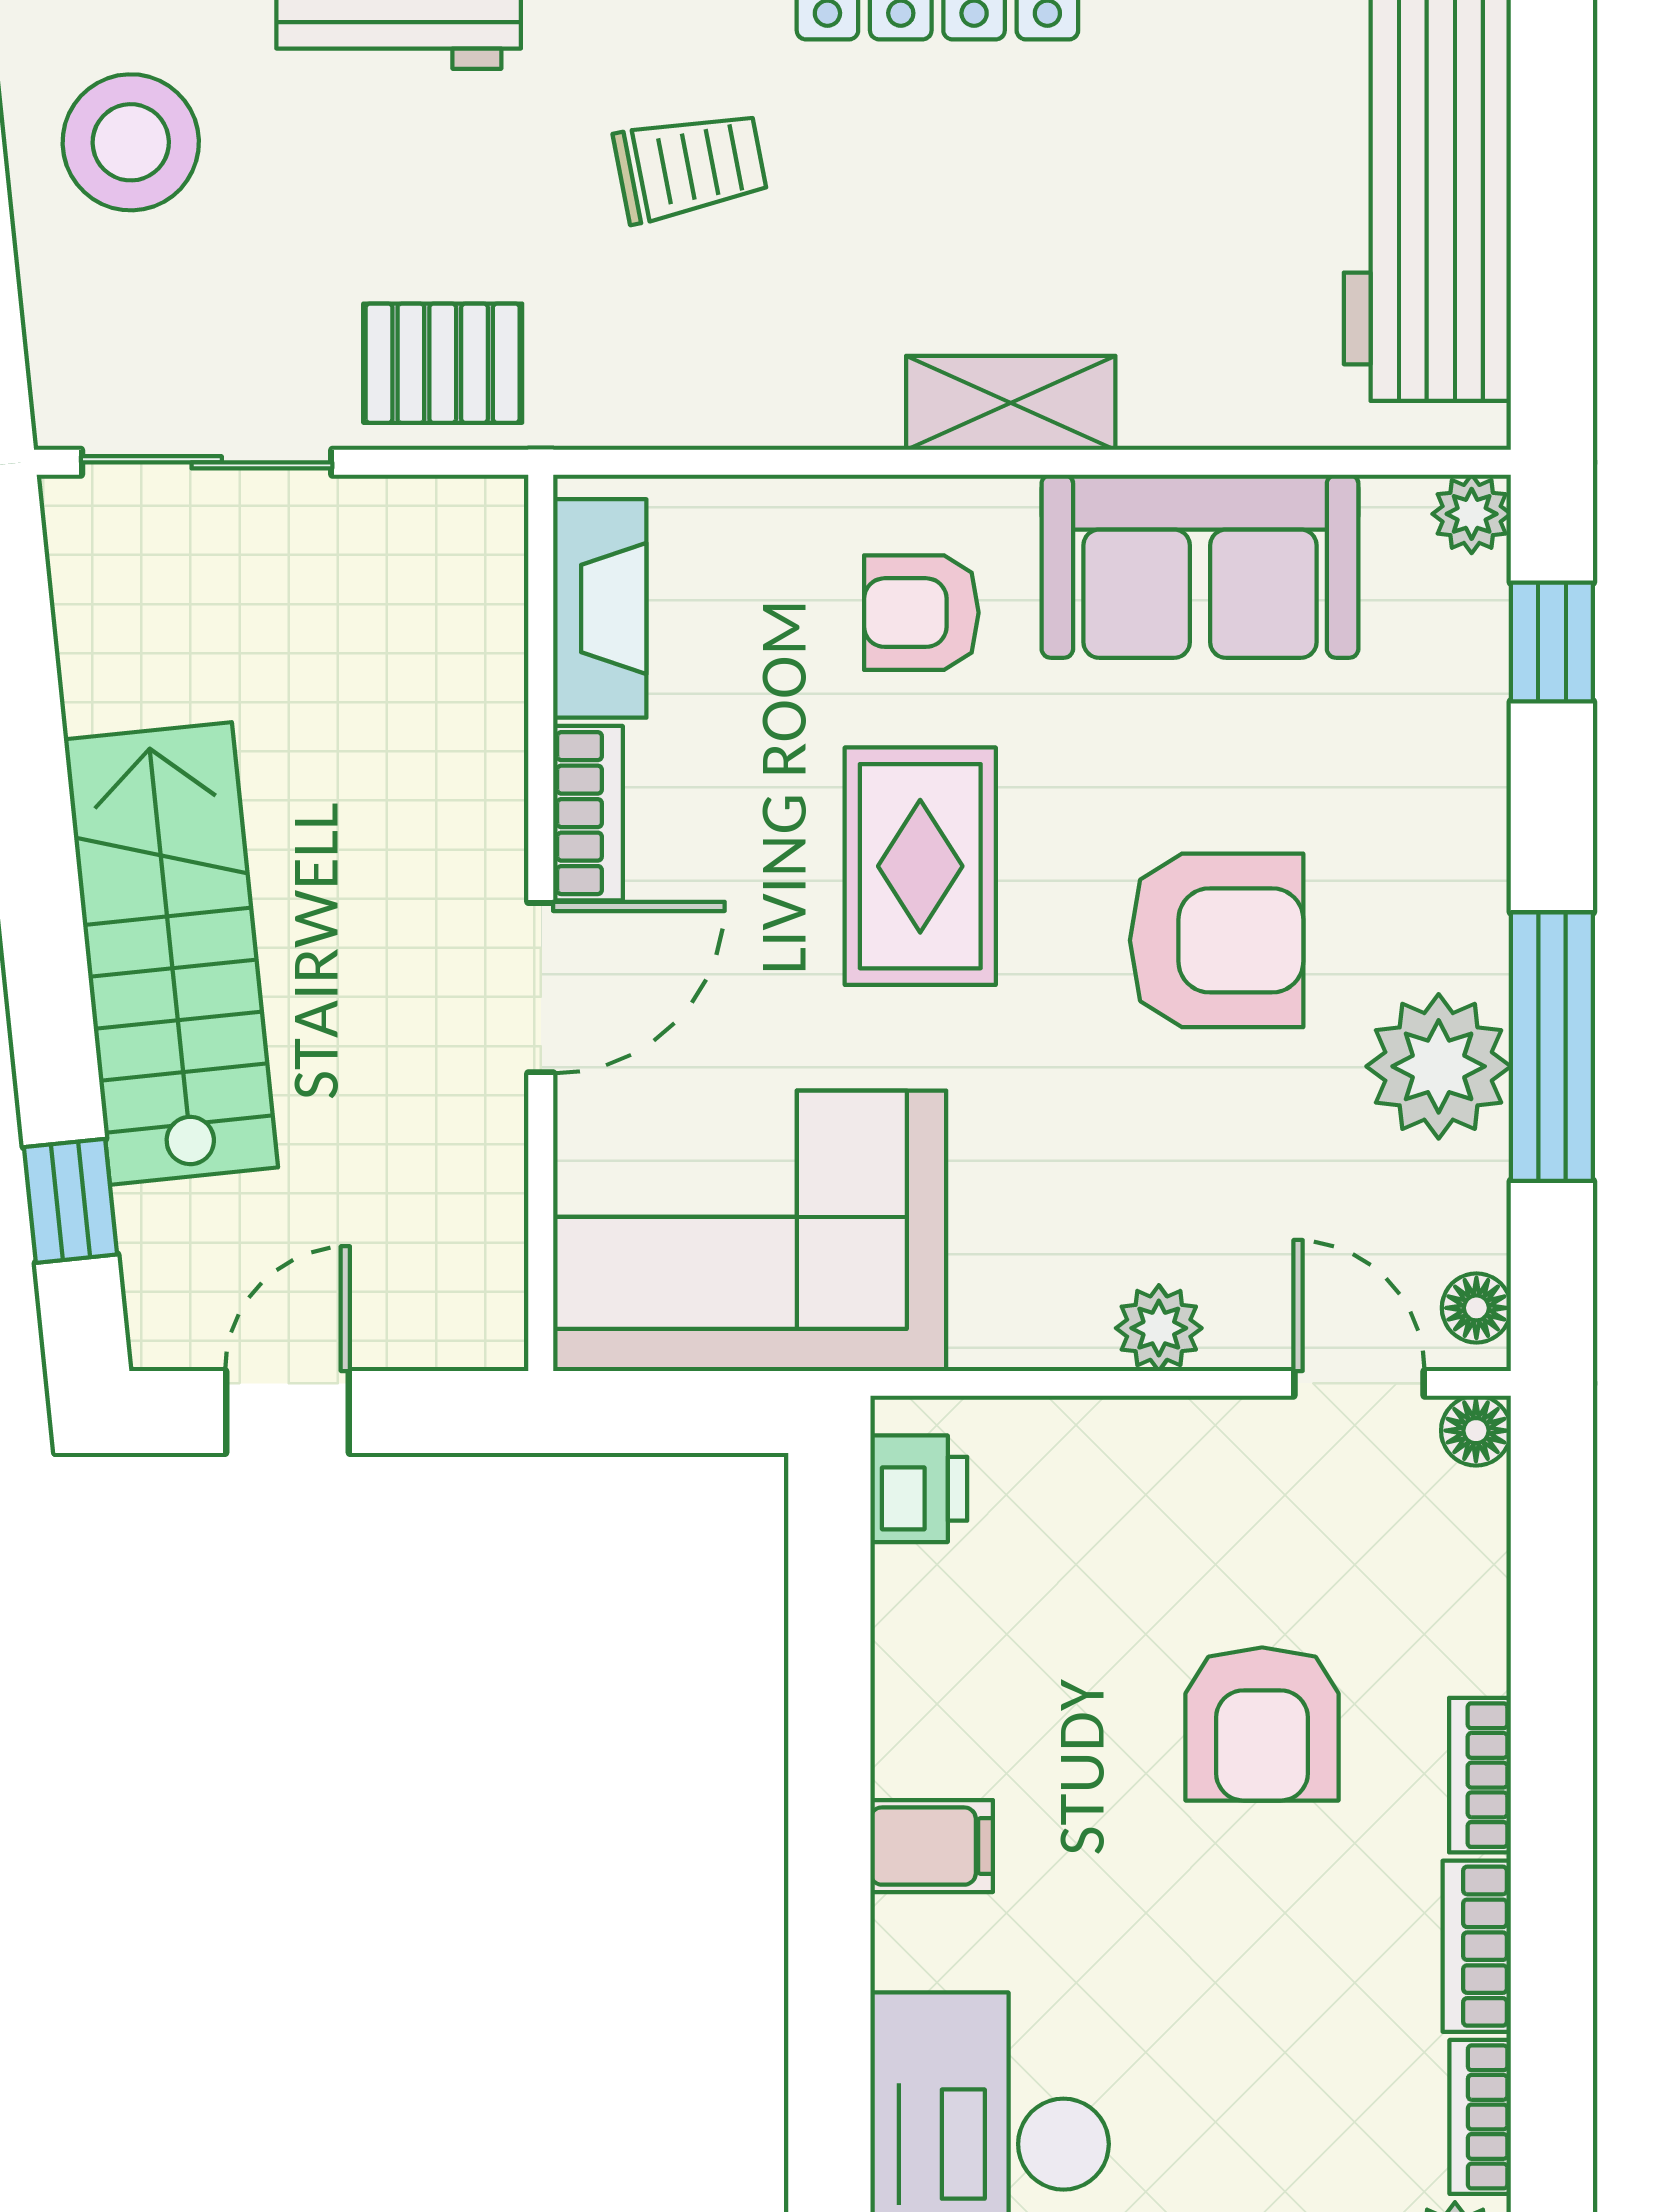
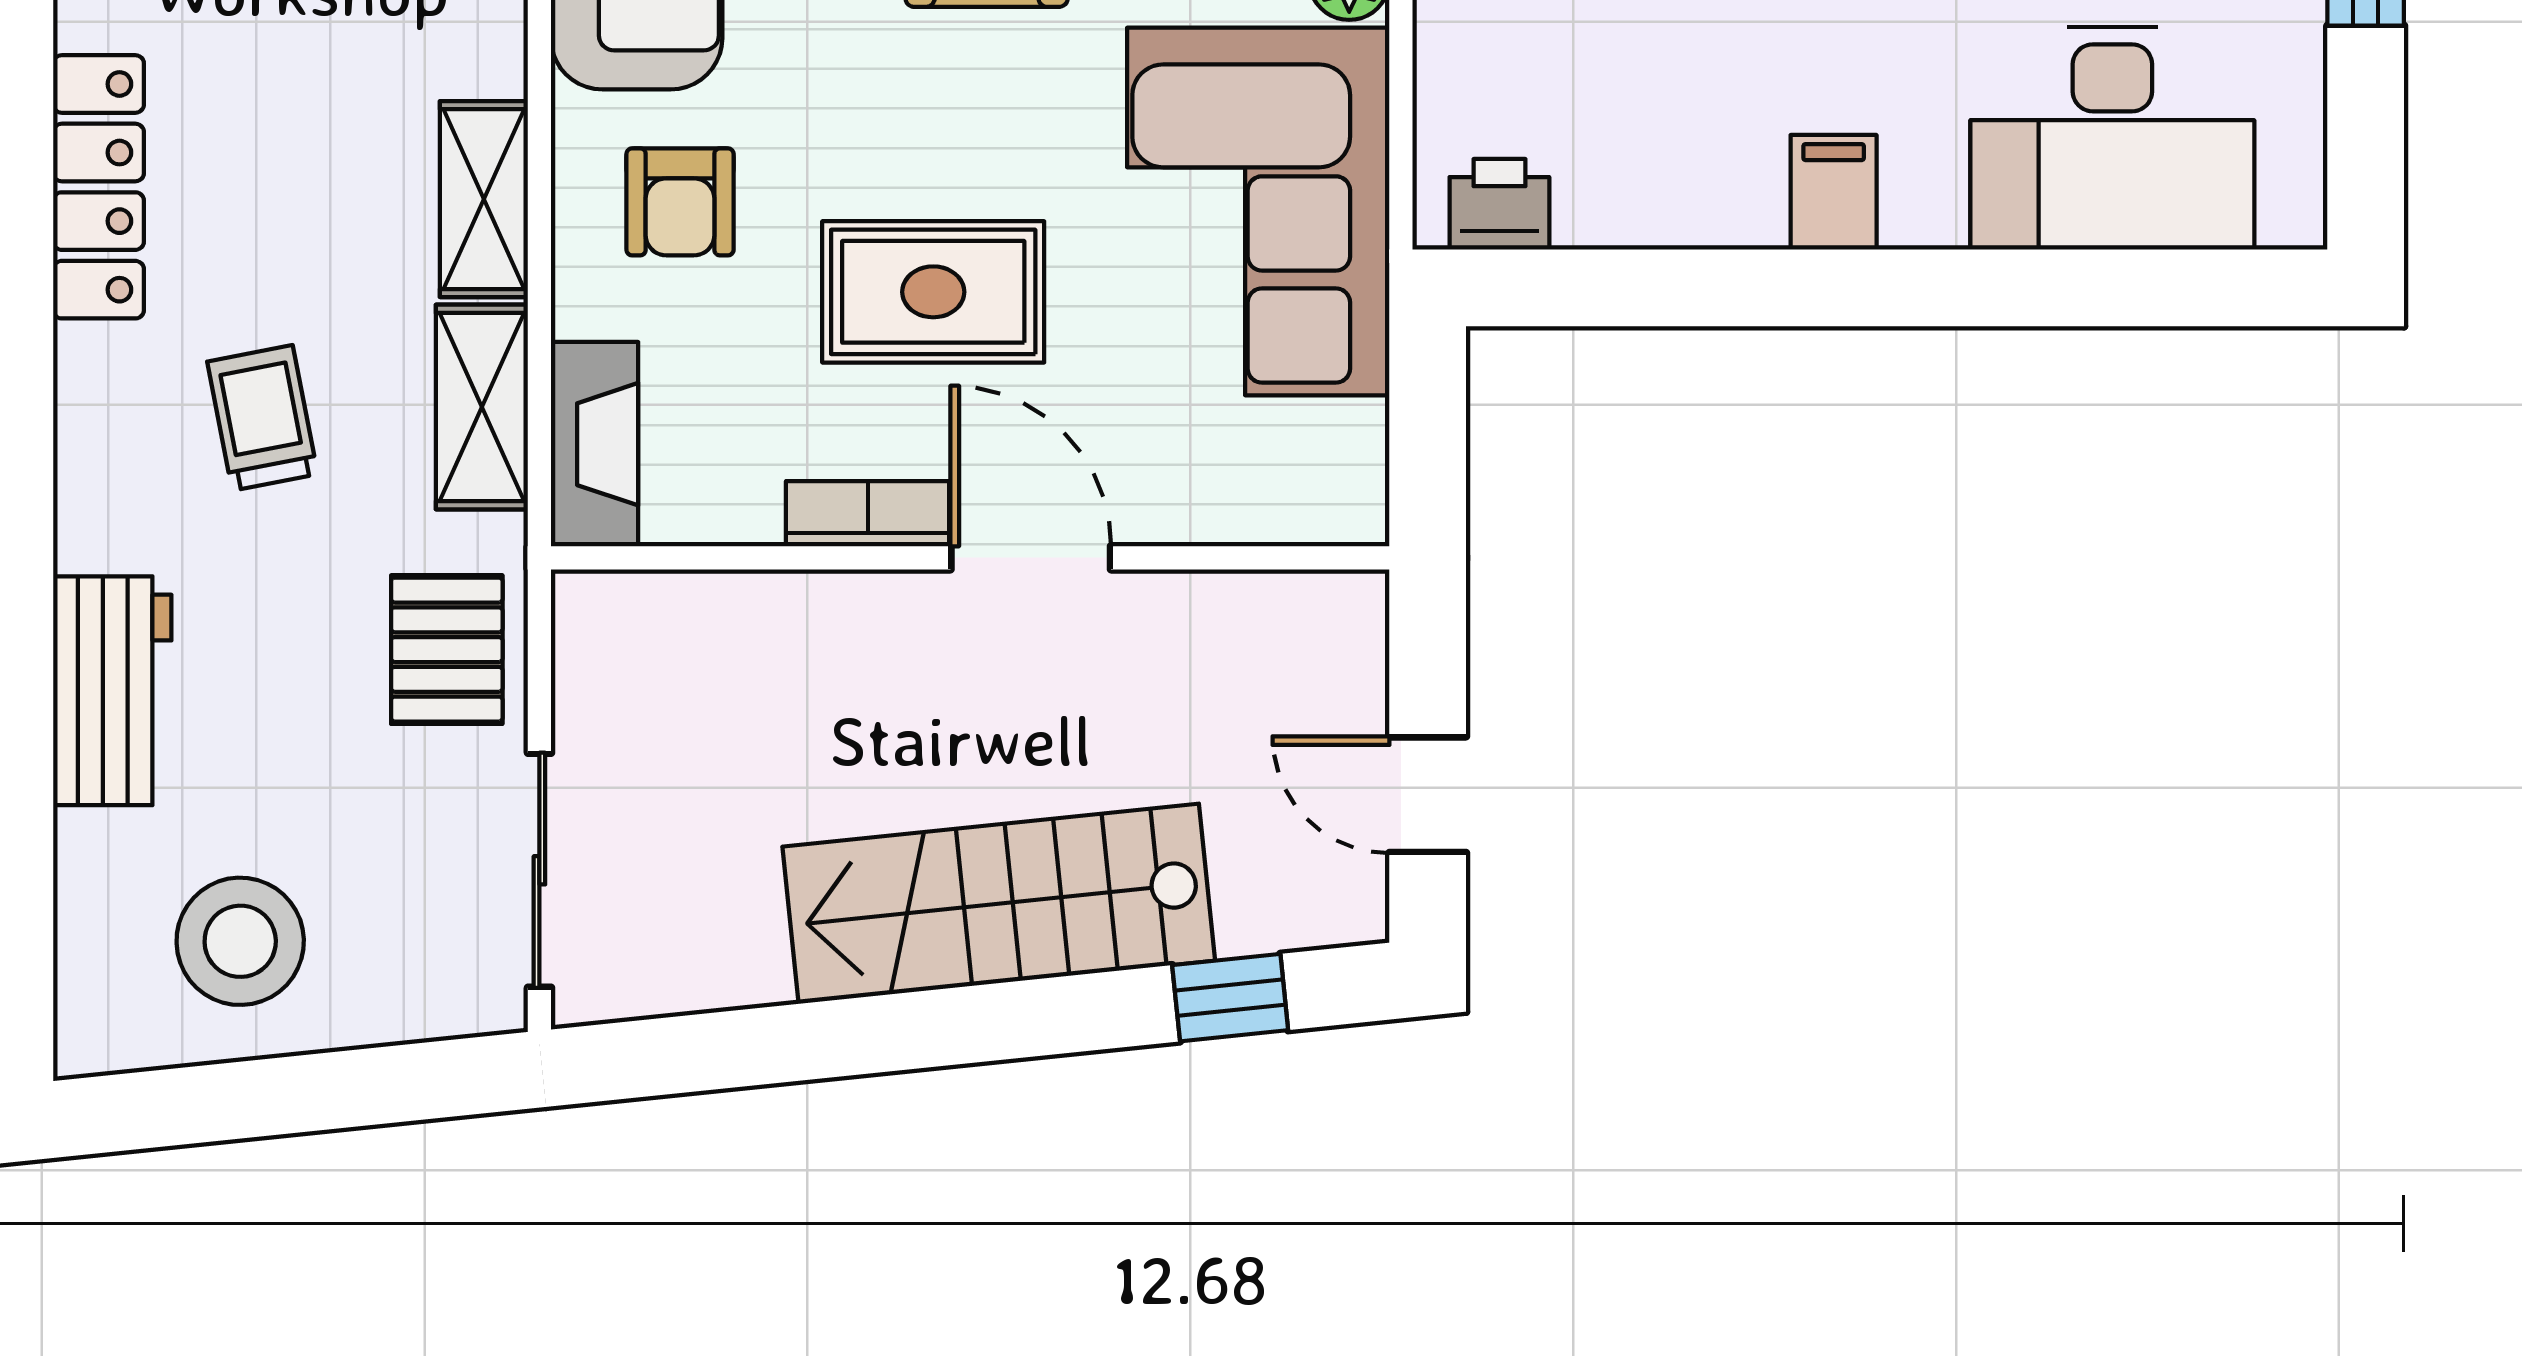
shelving: (702, 401) -> (482, 407), added
shelving: (1011, 403) -> (484, 199), moved
fireplace: (600, 608) -> (595, 444), moved, turned 90
rug: (920, 866) -> (933, 292), moved
corner sofa: (750, 1231) -> (1258, 211), moved

